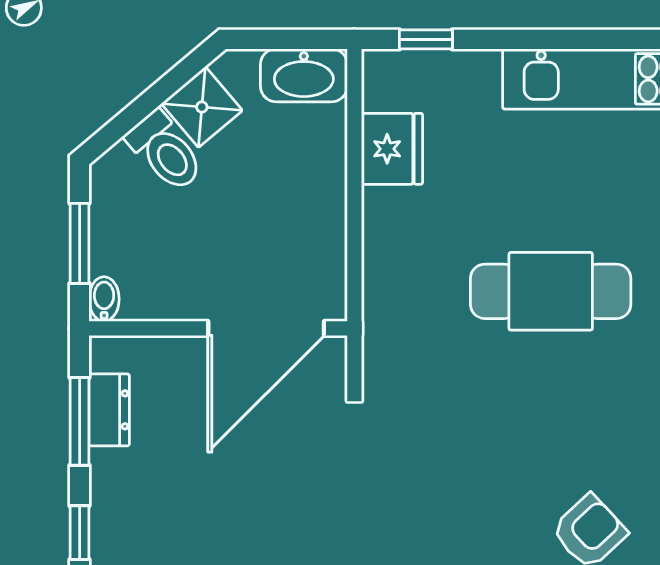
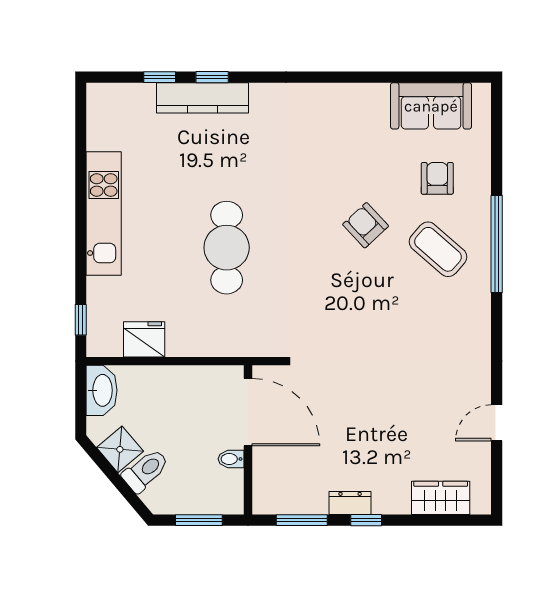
bidet: (104, 299) -> (231, 459), moved
dresser: (109, 410) -> (350, 503), moved

